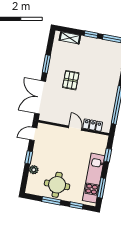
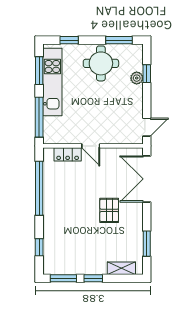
window: (46, 64) -> (147, 244), moved
double door: (40, 97) -> (147, 179), swing flipped
window: (108, 155) -> (39, 117), width x2.17
window: (29, 157) -> (147, 74), moved
window: (51, 201) -> (119, 40), moved

